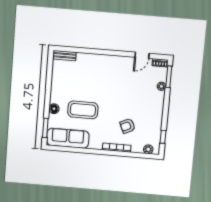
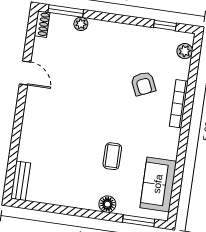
door: (142, 55) -> (25, 73), moved
coffee table: (83, 110) -> (112, 156), width x0.54, depth x0.58
sofa: (68, 138) -> (158, 184), width x0.73

